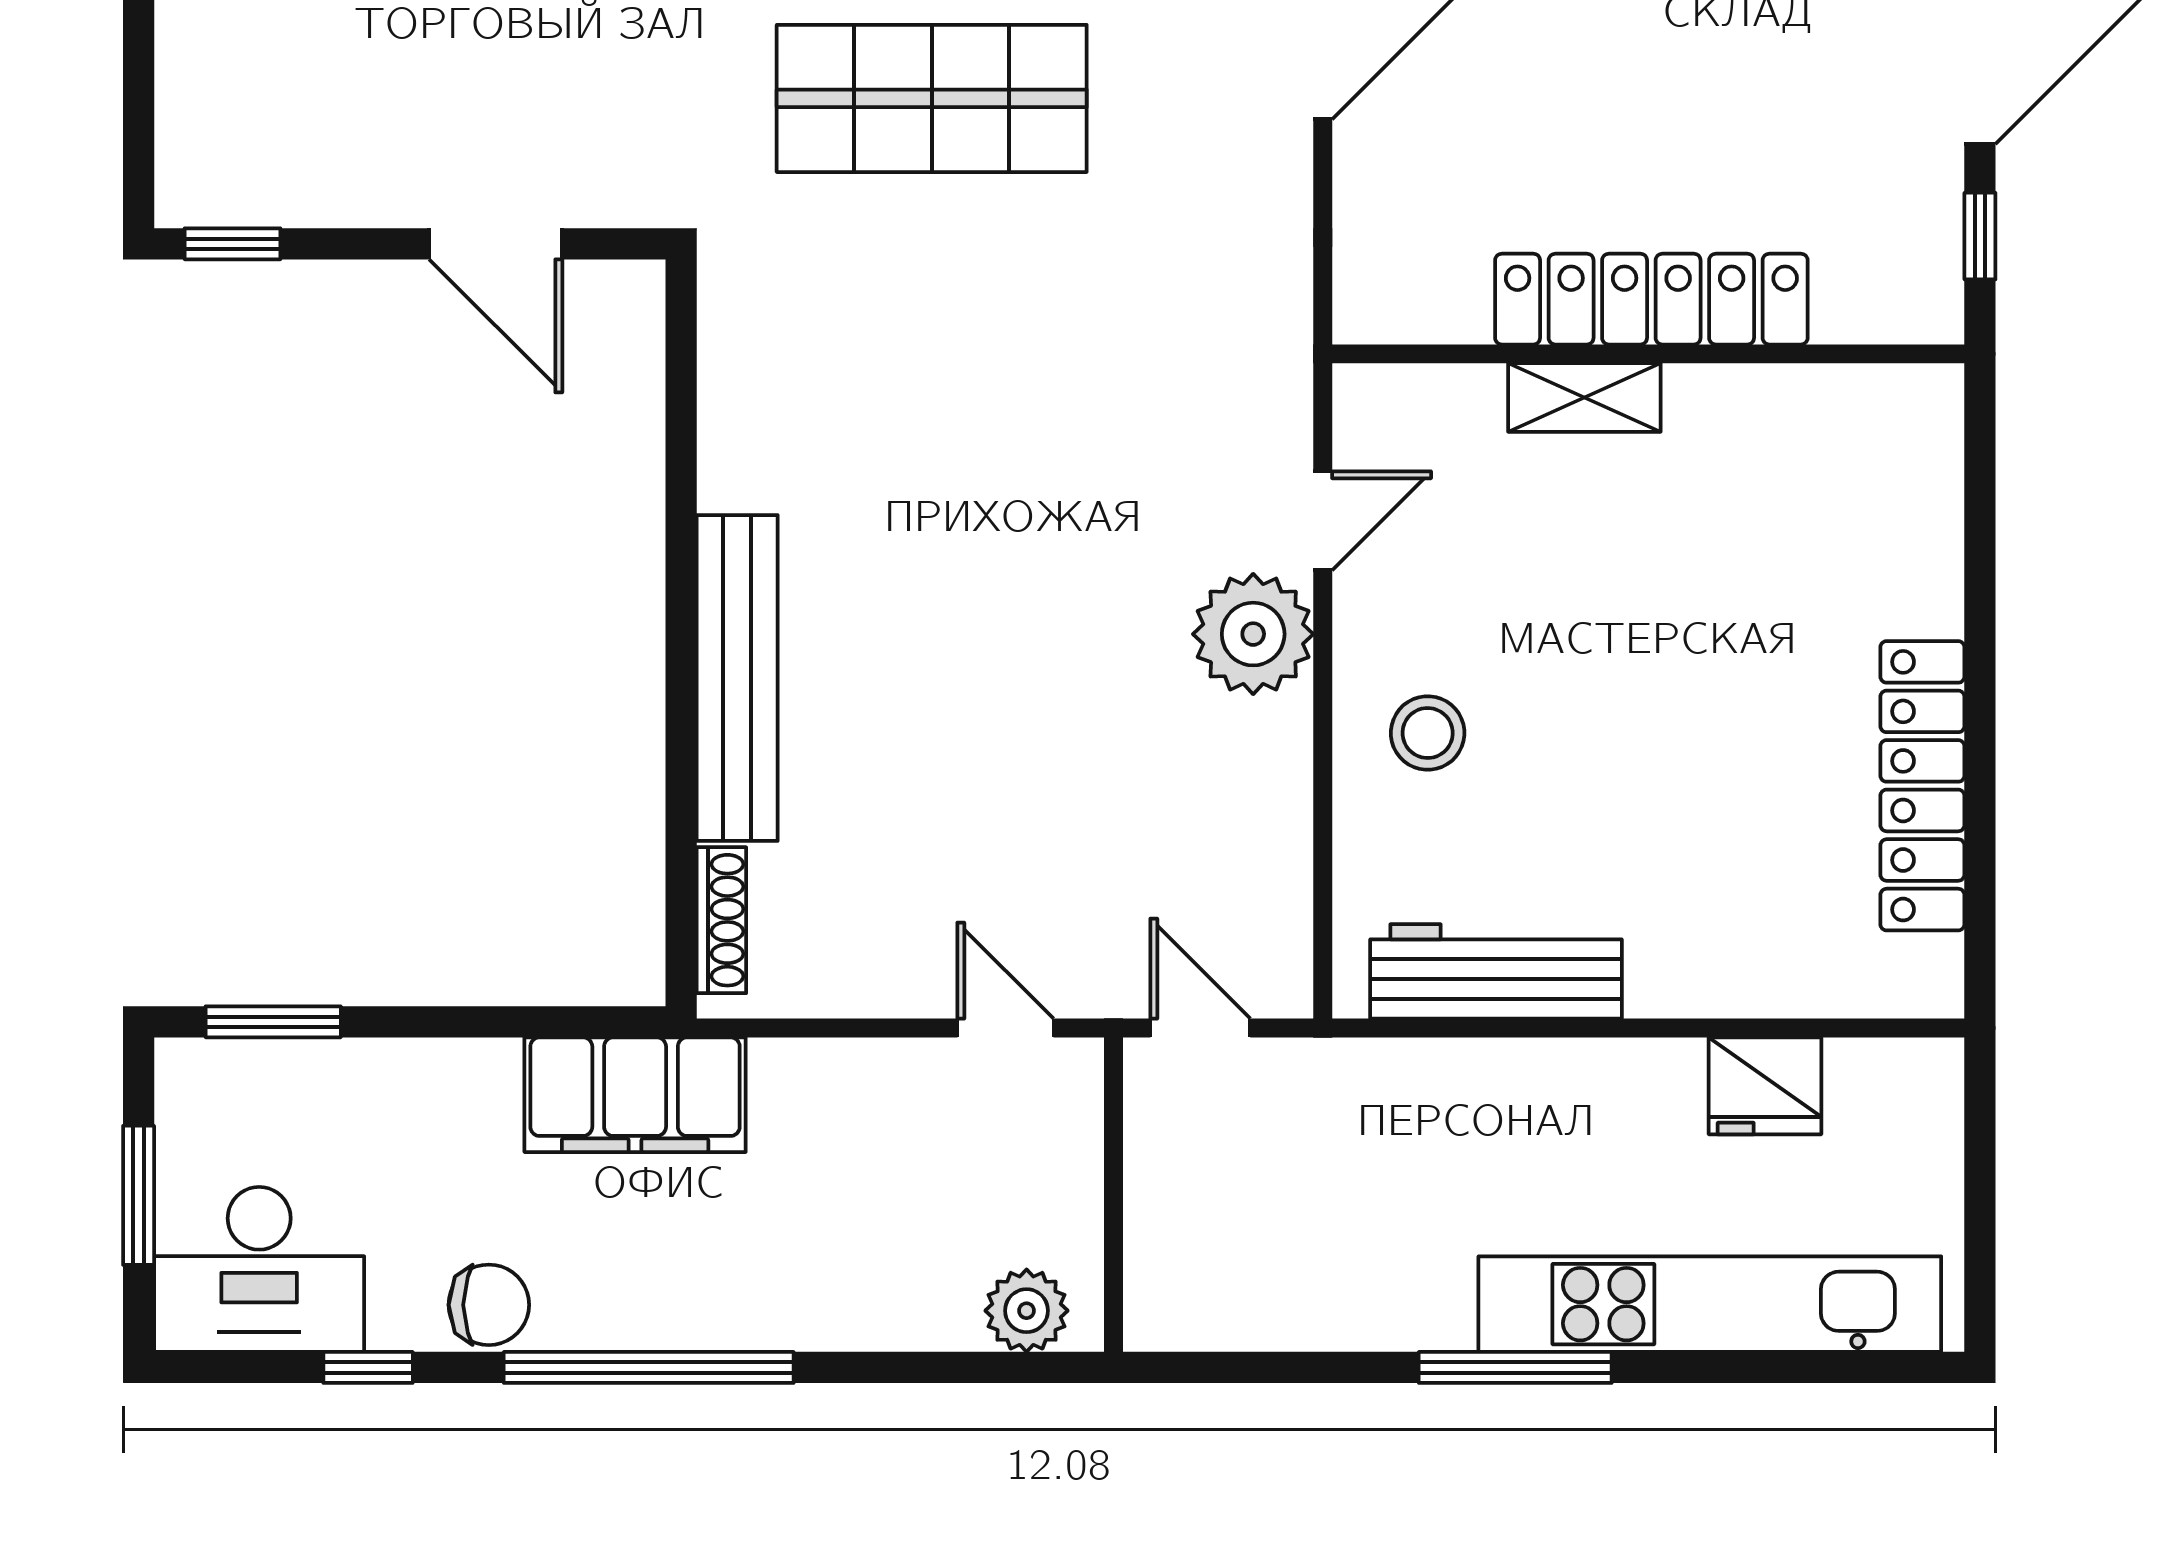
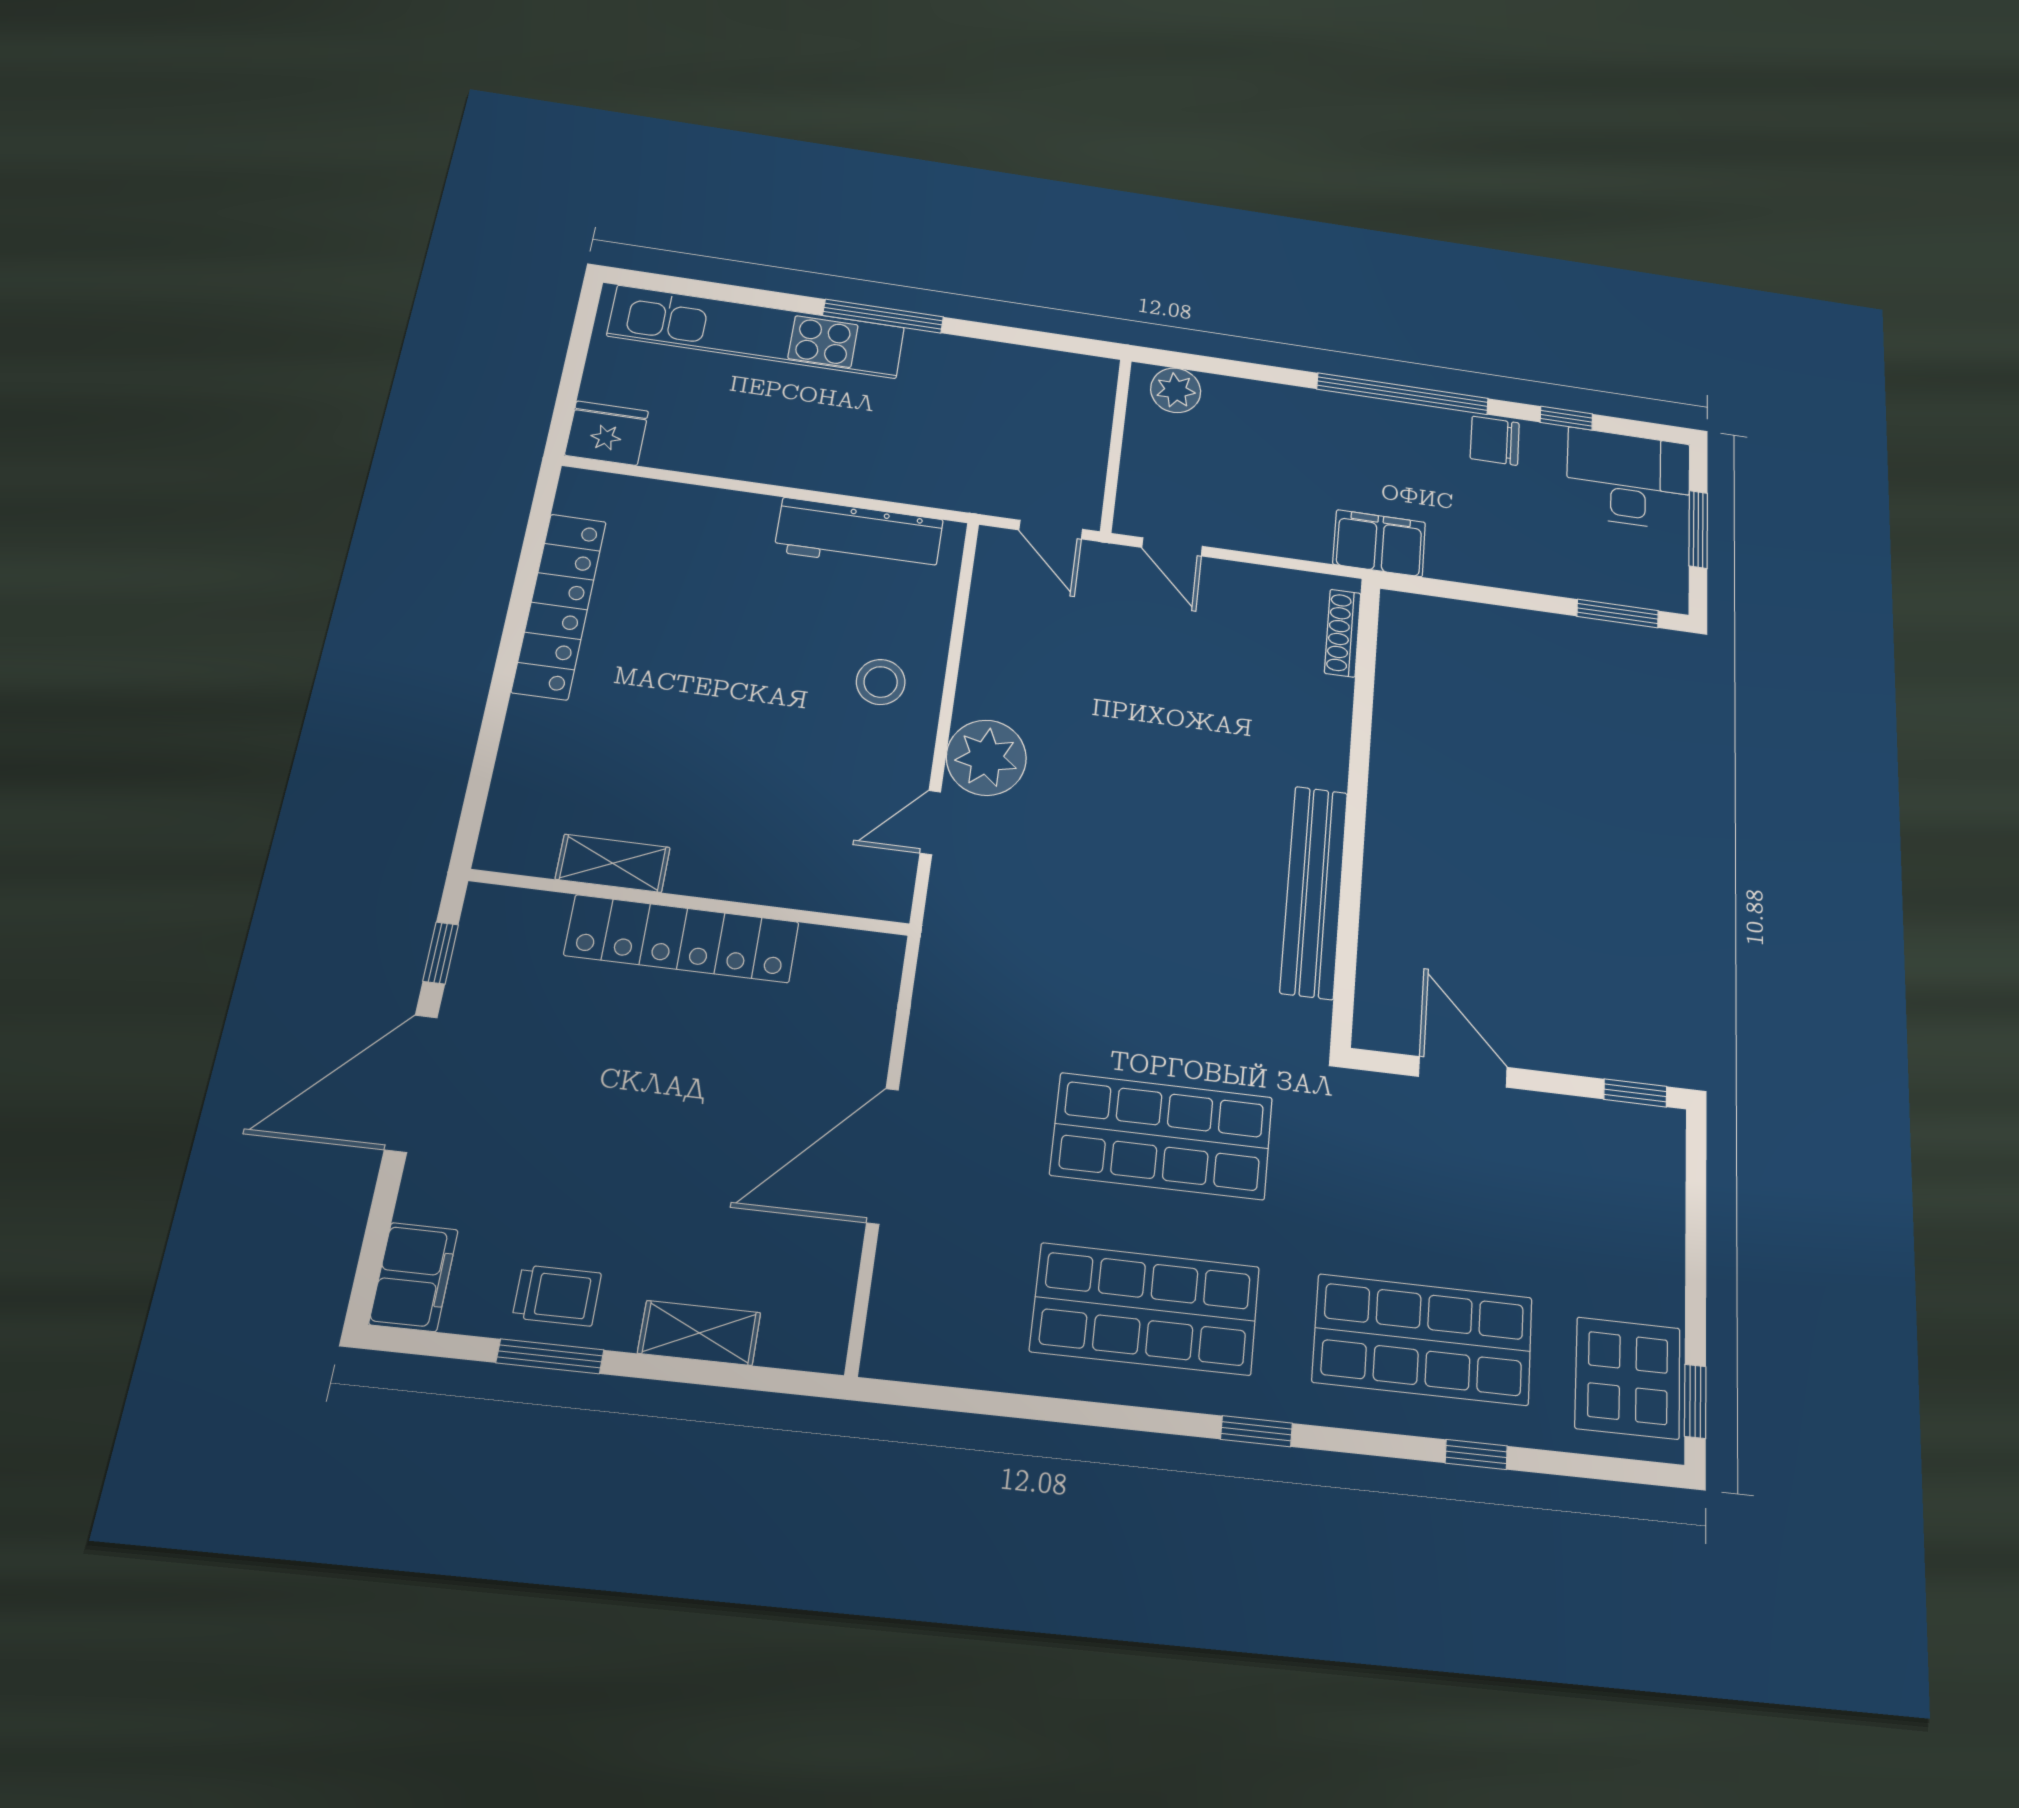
shelving: (1584, 397) -> (613, 863), moved
bench: (737, 678) -> (1314, 891), moved
fridge: (1765, 1086) -> (607, 433), moved
filing cabinet: (635, 1095) -> (1379, 543), width x0.67, depth x0.86

